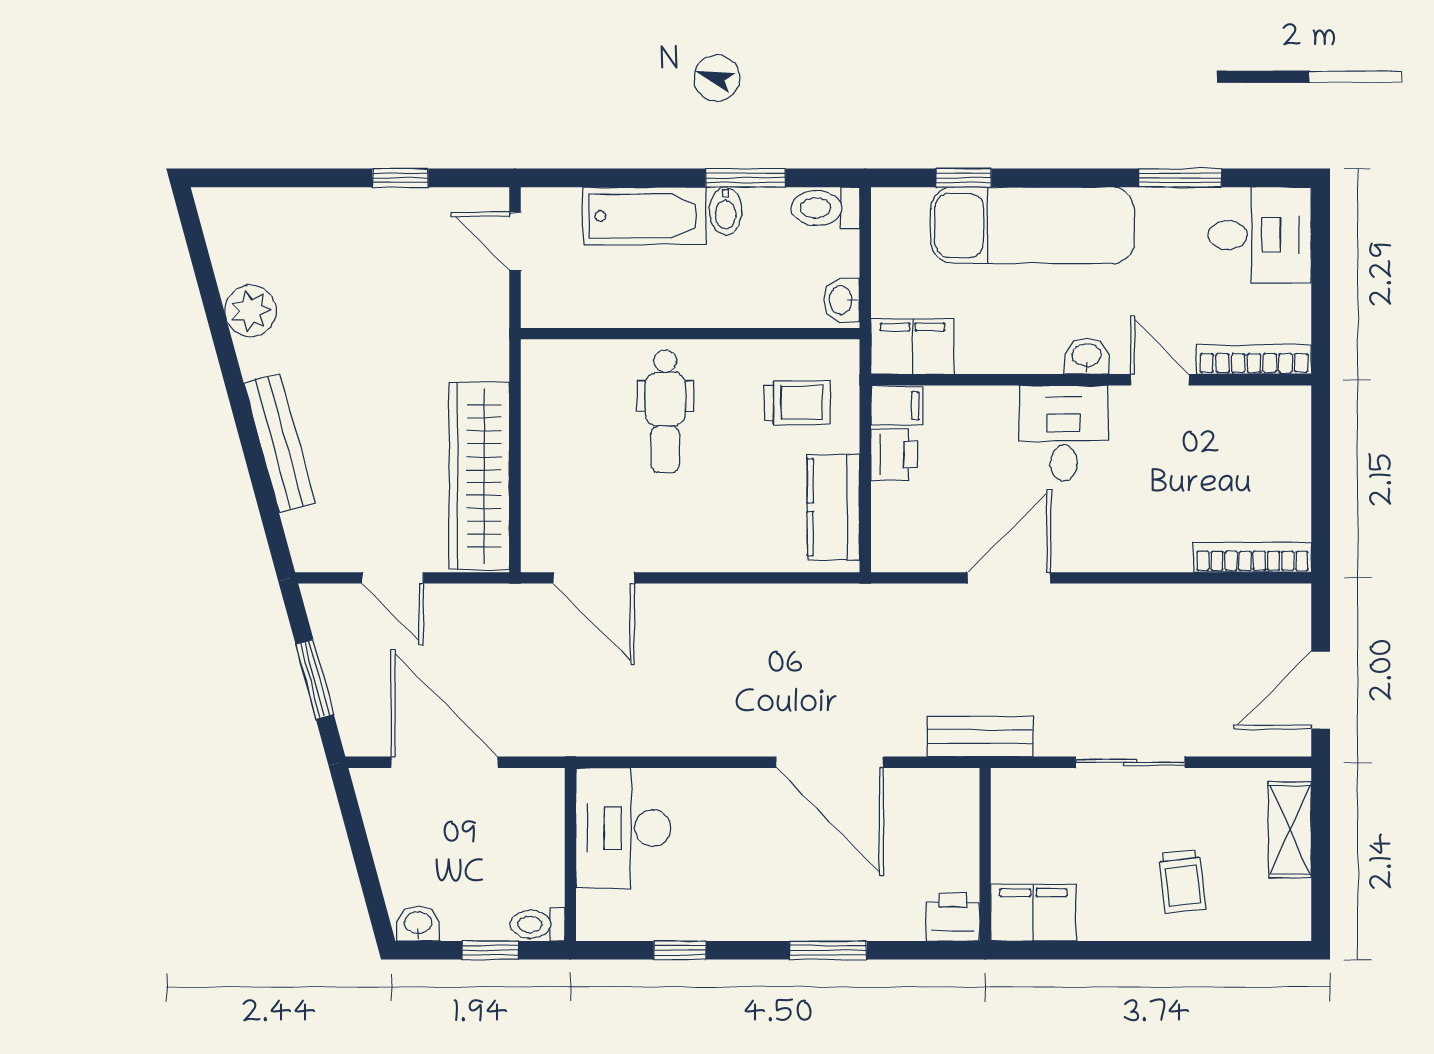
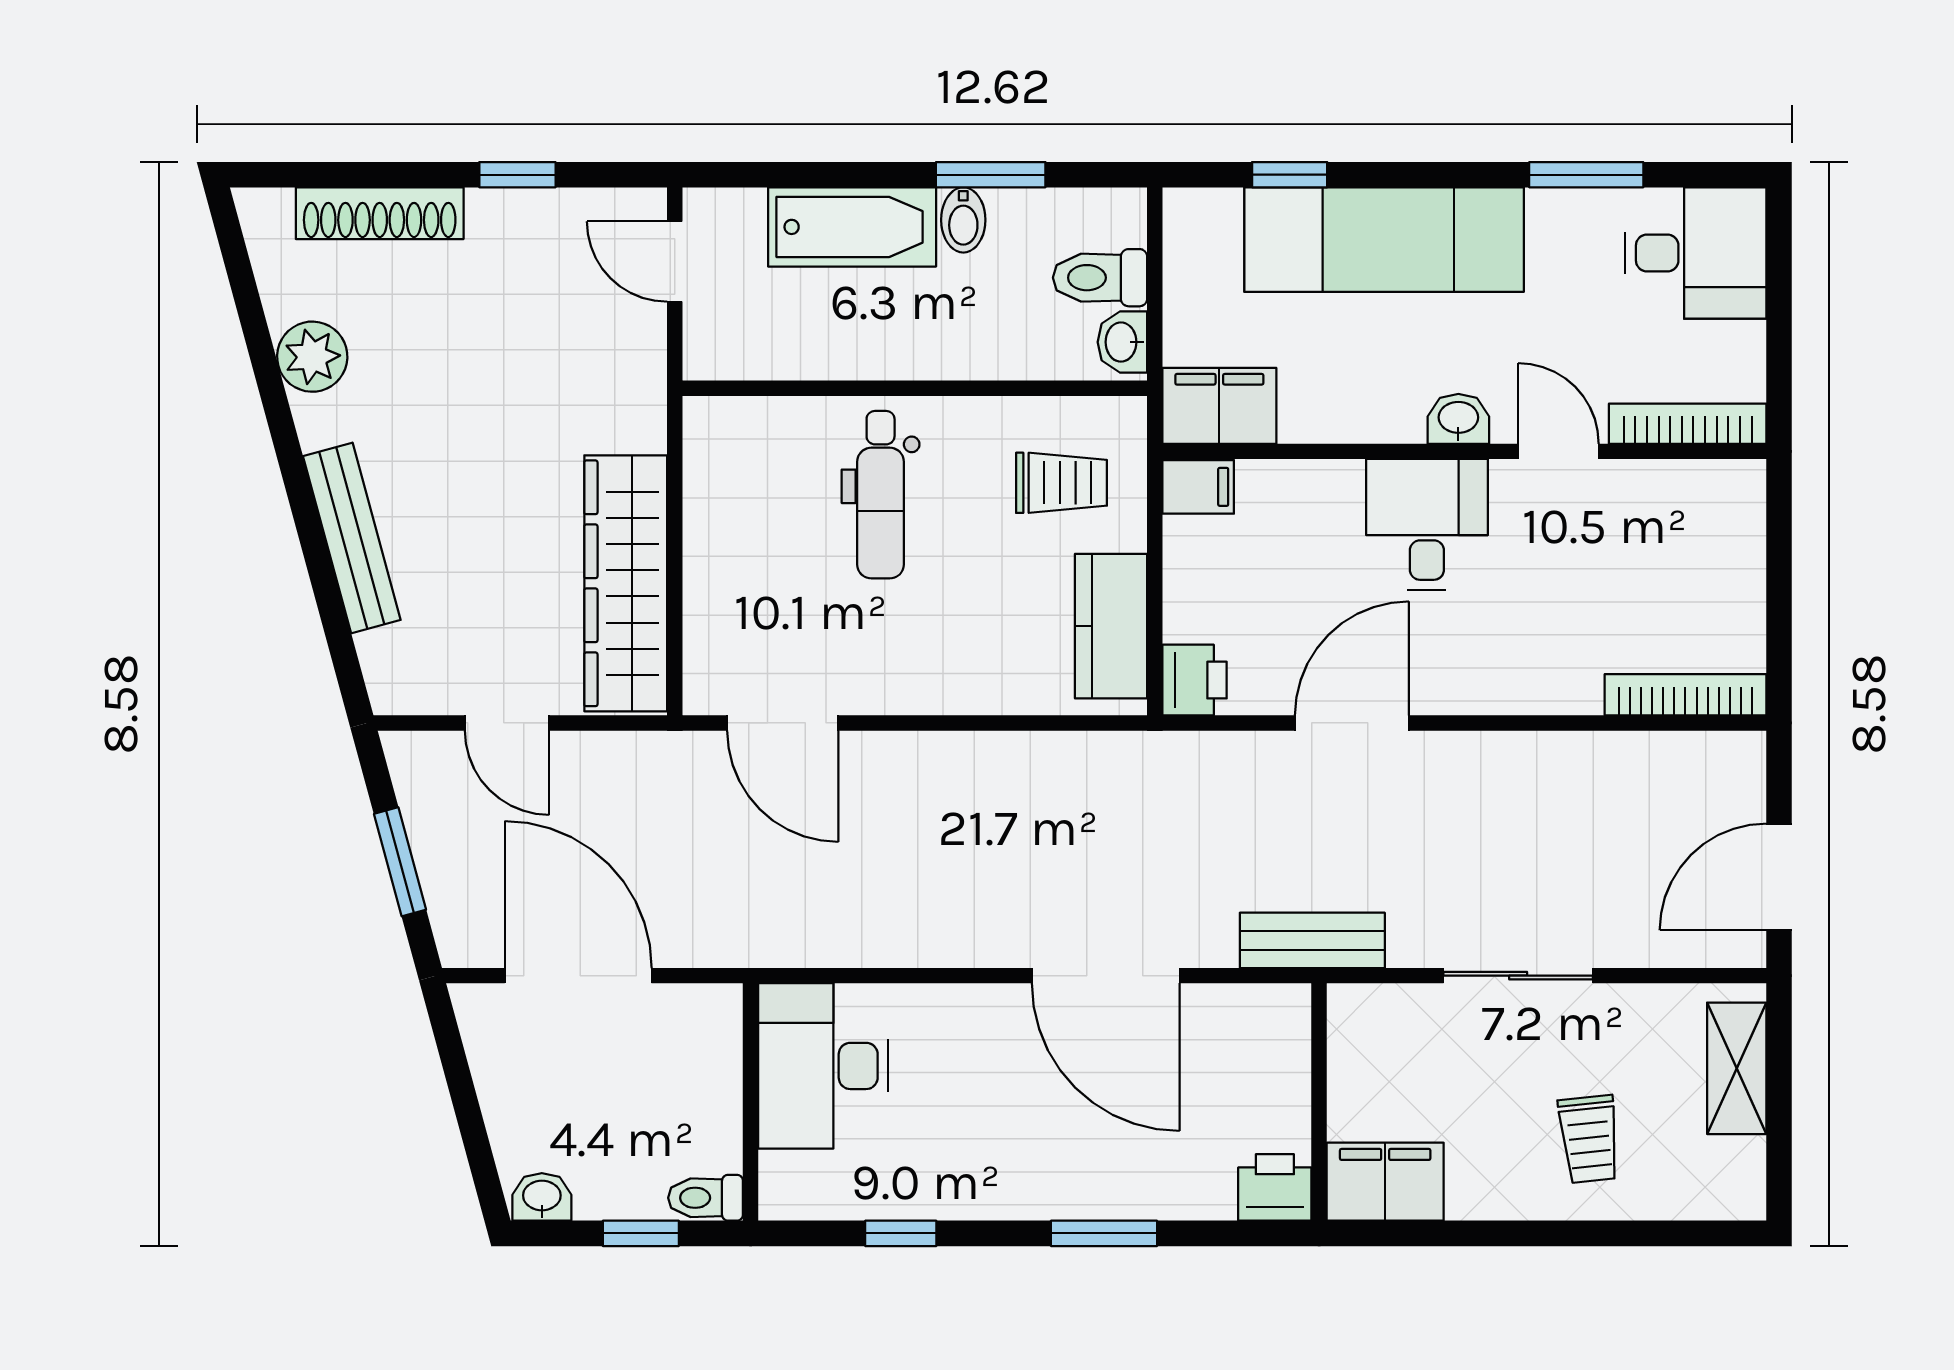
shoe rack: (300, 206) -> (380, 213), added
toilet: (825, 208) -> (1100, 278), moved
printer: (894, 455) -> (1195, 680), moved

